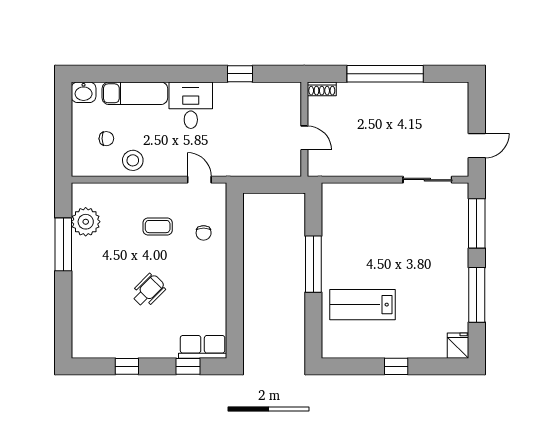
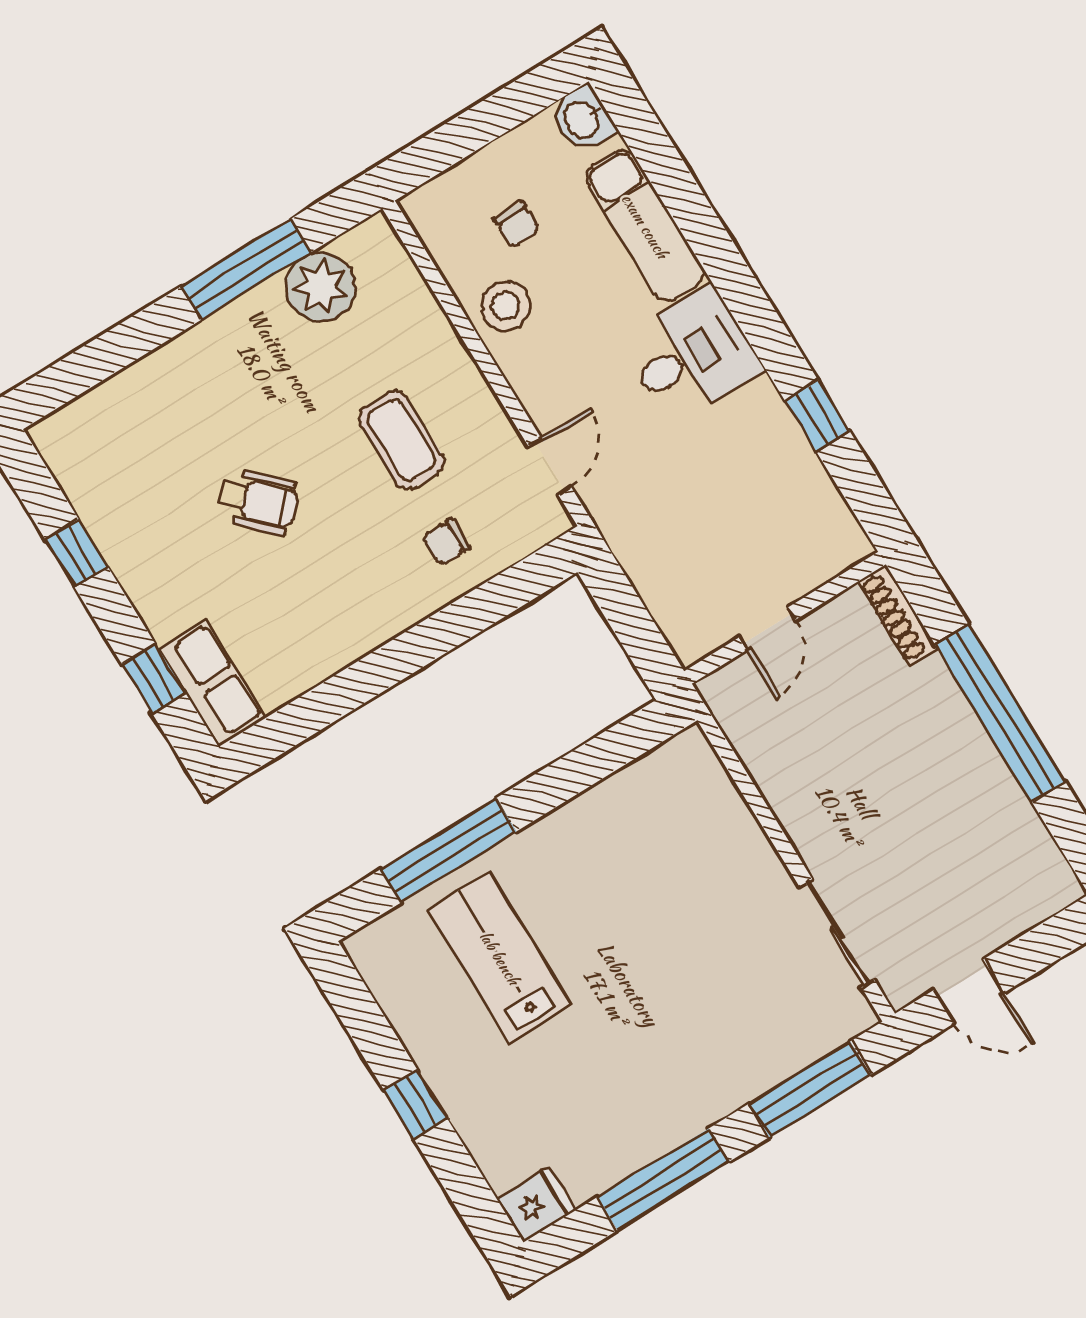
shoe rack: (322, 89) -> (897, 615), width x1.43
coffee table: (158, 227) -> (401, 440), width x1.36, depth x1.30
window: (313, 264) -> (449, 850), moved

